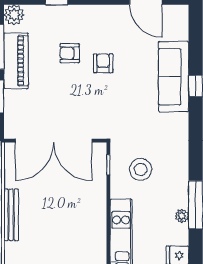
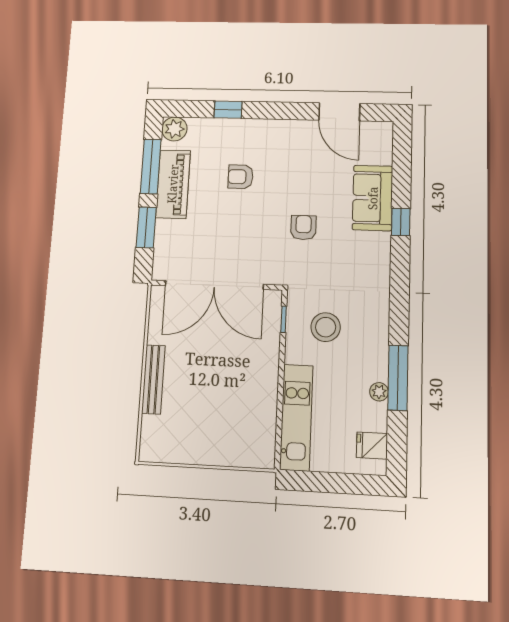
armchair: (103, 63) -> (303, 228), moved
sofa: (174, 77) -> (373, 198), width x0.73

